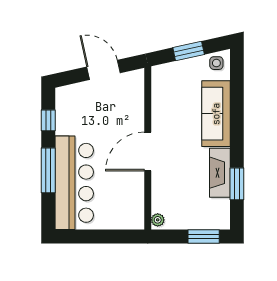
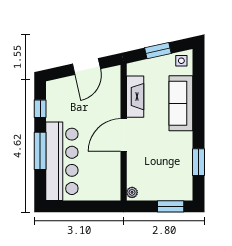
door: (104, 70) -> (87, 66), swing flipped
fireplace: (220, 173) -> (135, 97), moved, turned 180

